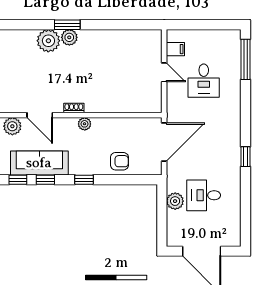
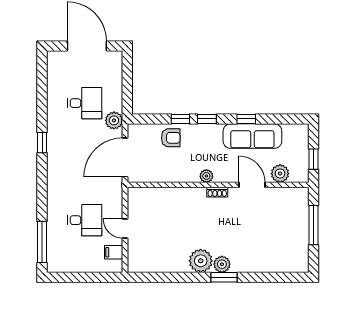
plant: (48, 41) -> (201, 261), moved
desk: (204, 81) -> (85, 220), turned 90
armchair: (119, 161) -> (171, 138), turned 180
window: (18, 180) -> (180, 119), moved
plant: (175, 201) -> (114, 120), moved

